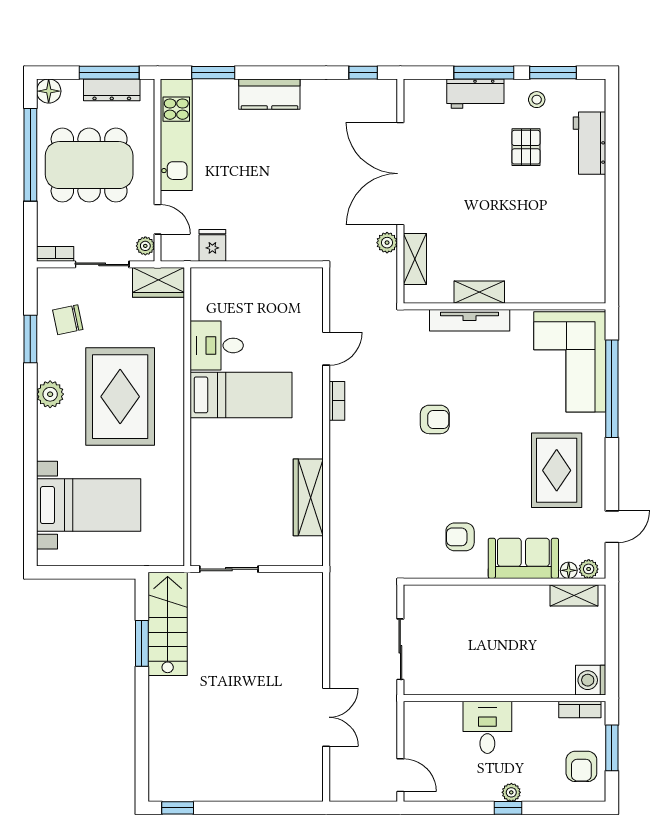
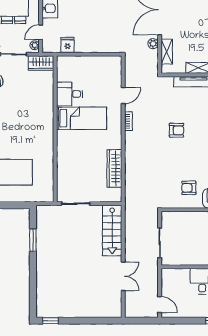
door: (158, 219) -> (41, 32), swing flipped
rug: (120, 397) -> (22, 119), removed
stairs: (168, 624) -> (112, 230), moved, turned 180

